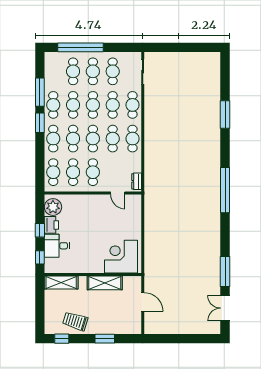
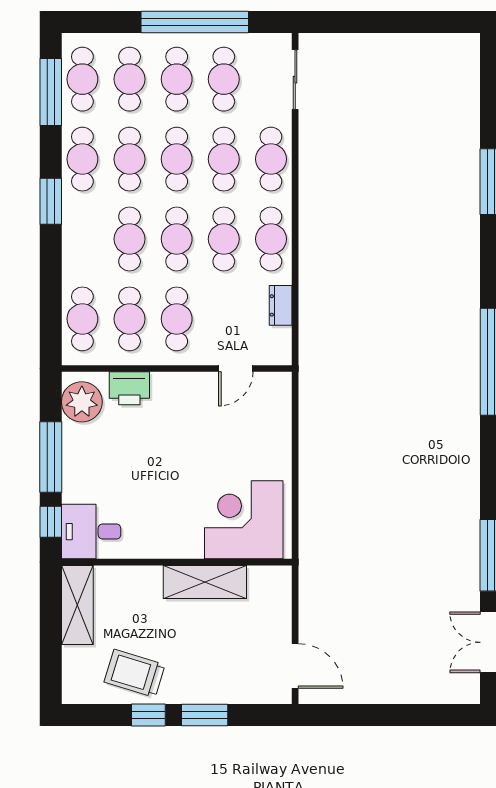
window: (81, 47) -> (195, 22), moved
window: (40, 92) -> (51, 92), moved
cafe table: (53, 139) -> (82, 79), moved
dresser: (137, 181) -> (281, 305), moved
door: (118, 193) -> (236, 369), hinge flipped
printer: (51, 225) -> (129, 388), moved, turned 90
window: (40, 230) -> (51, 457), width x2.17
desk: (57, 246) -> (91, 532), moved
shelving: (61, 282) -> (77, 605), moved, turned 90
door: (143, 302) -> (295, 666), moved
window: (62, 339) -> (148, 715), moved

